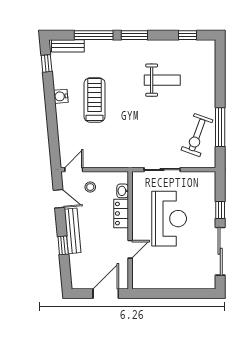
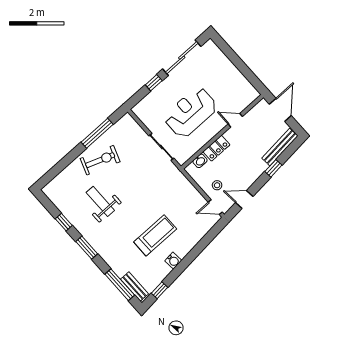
window: (94, 35) -> (120, 285), moved
window: (188, 35) -> (64, 222), moved
treadmill: (95, 100) -> (155, 235), turned 180
exercise bike: (197, 135) -> (100, 160), moved
door: (59, 199) -> (244, 200), hinge flipped
bench: (73, 231) -> (280, 147), moved
door: (106, 294) -> (280, 110), swing flipped

